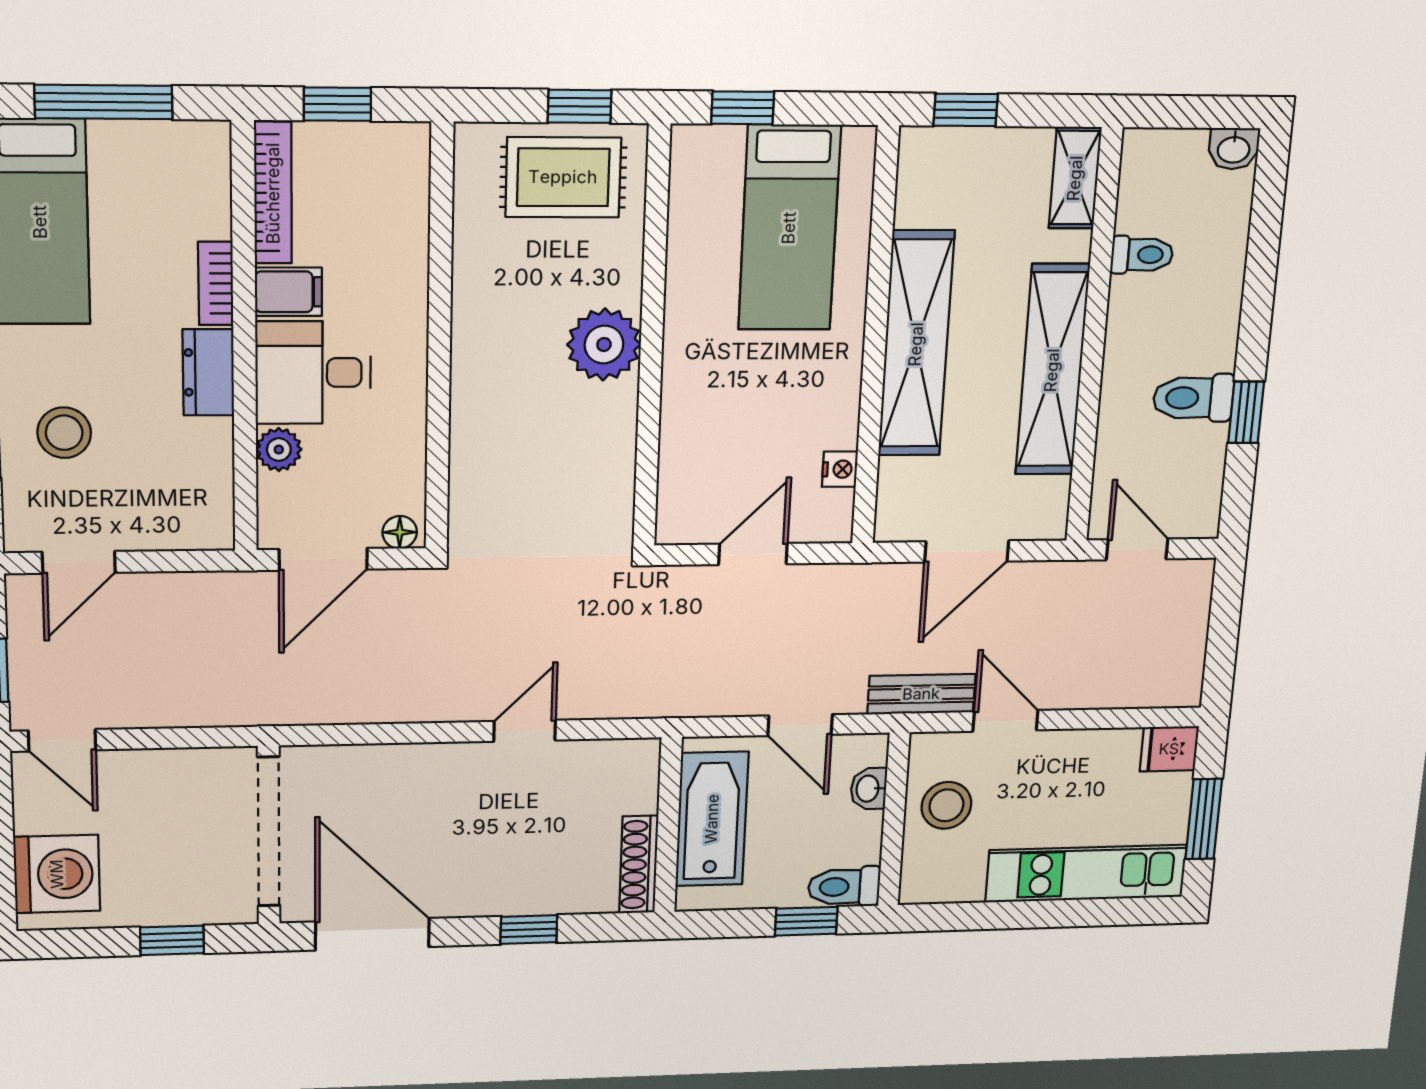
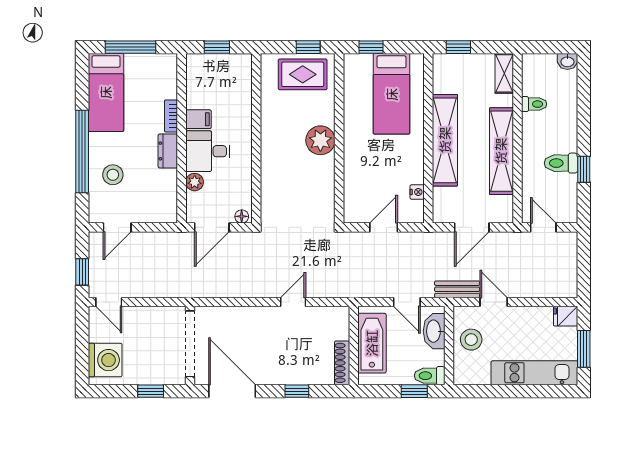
bookcase: (273, 193) -> (193, 81), removed
washbasin: (869, 789) -> (434, 331), width x1.91, depth x1.45

